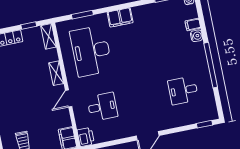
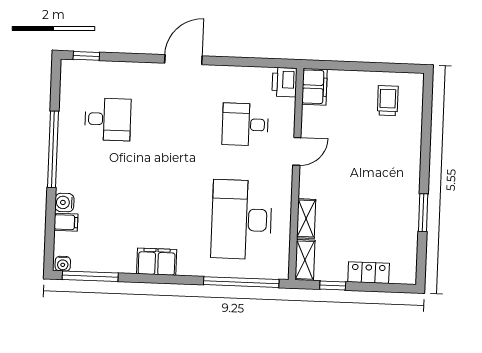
window: (82, 15) -> (241, 282), width x2.11
filing cabinet: (120, 17) -> (157, 262), moved
desk: (91, 51) -> (242, 220), turned 180
shelving: (56, 73) -> (306, 219), moved

